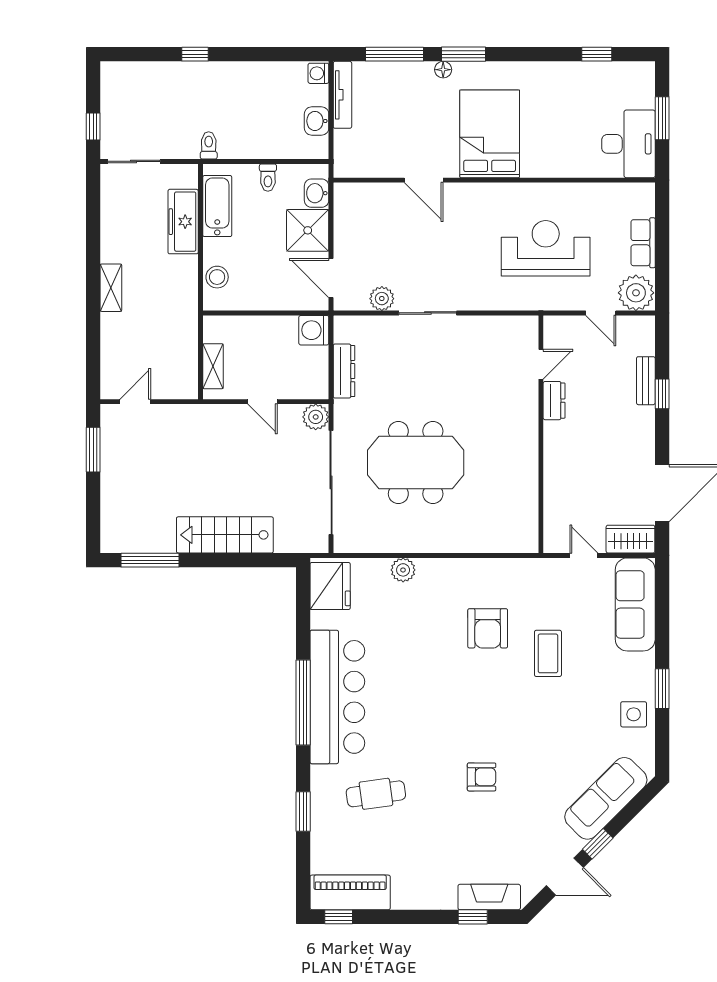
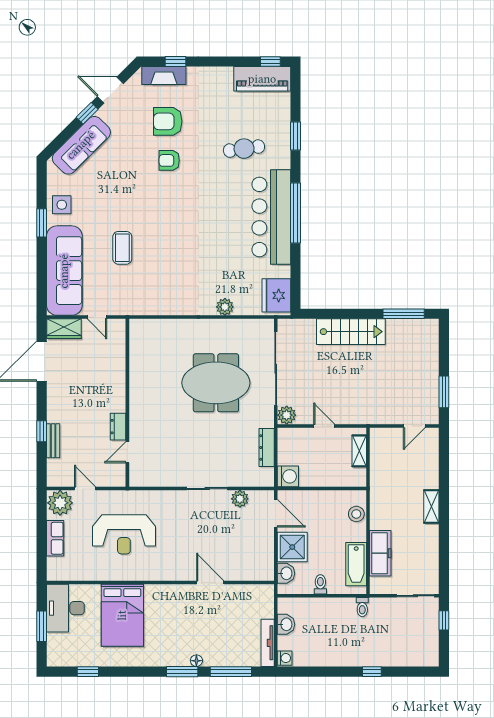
bed: (490, 134) -> (122, 615), moved
sofa: (635, 604) -> (64, 271), width x1.36, depth x1.27
armchair: (488, 628) -> (168, 121), moved, turned -90

